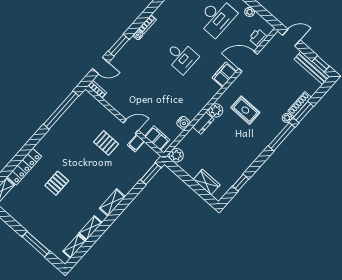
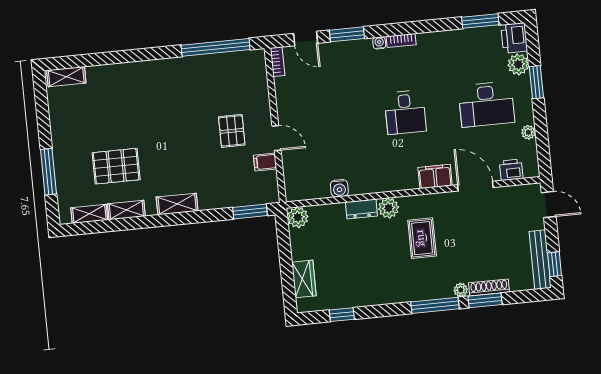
filing cabinet: (157, 138) -> (294, 178), removed
locker: (24, 167) -> (116, 73), removed
pallet: (57, 183) -> (116, 166), moved, width x1.50, depth x1.42

